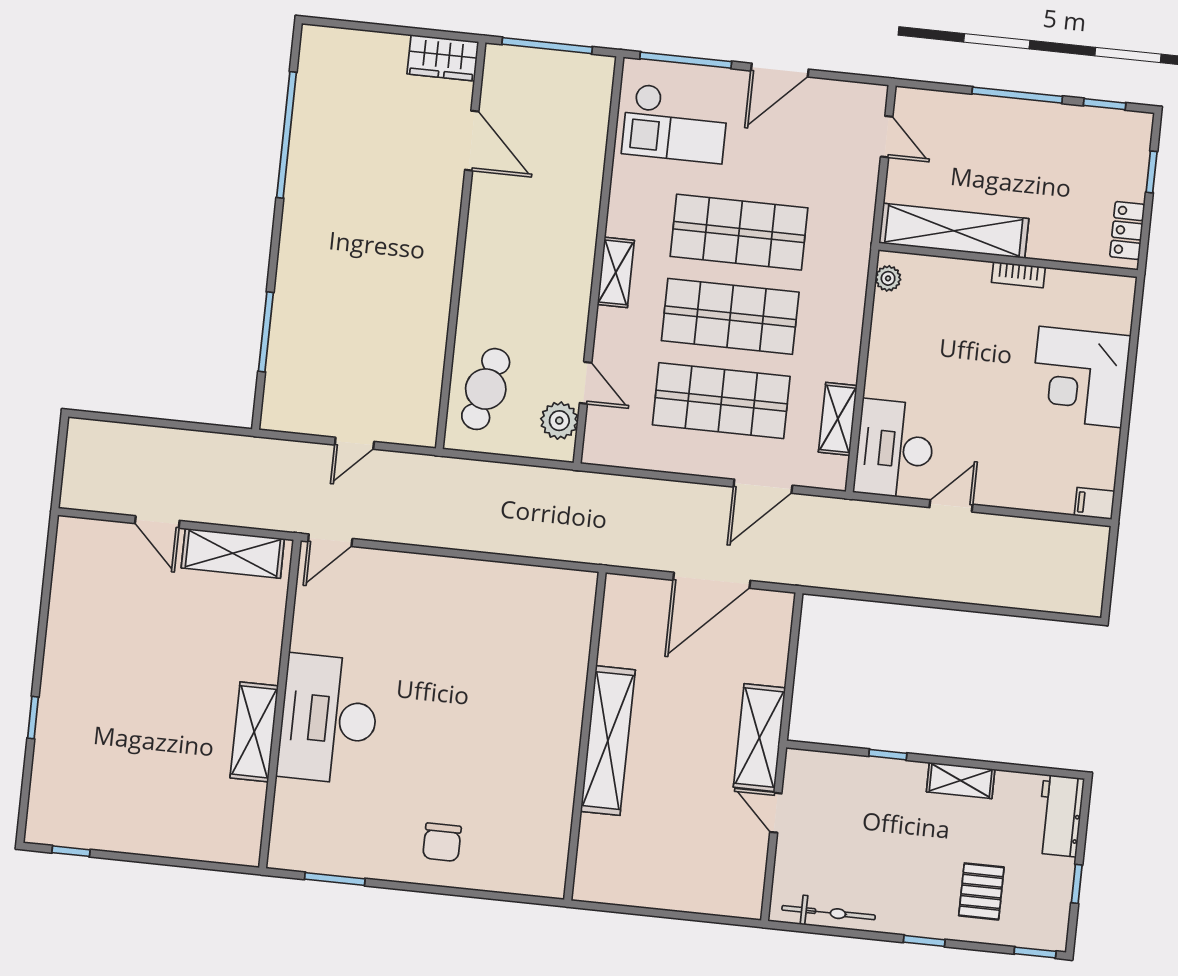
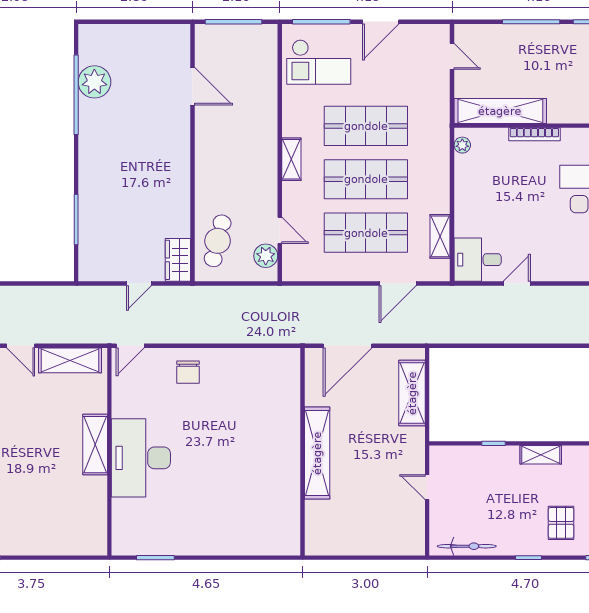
wardrobe: (443, 58) -> (178, 260), moved, turned 90
plant: (318, 118) -> (94, 82), added
bookcase: (1018, 275) -> (534, 134), width x1.56
desk: (895, 449) -> (478, 260), width x0.73
door: (712, 580) -> (348, 346), moved
shelving: (254, 732) -> (95, 445), moved
shelving: (759, 738) -> (412, 393), moved
chair: (442, 842) -> (188, 372), moved

